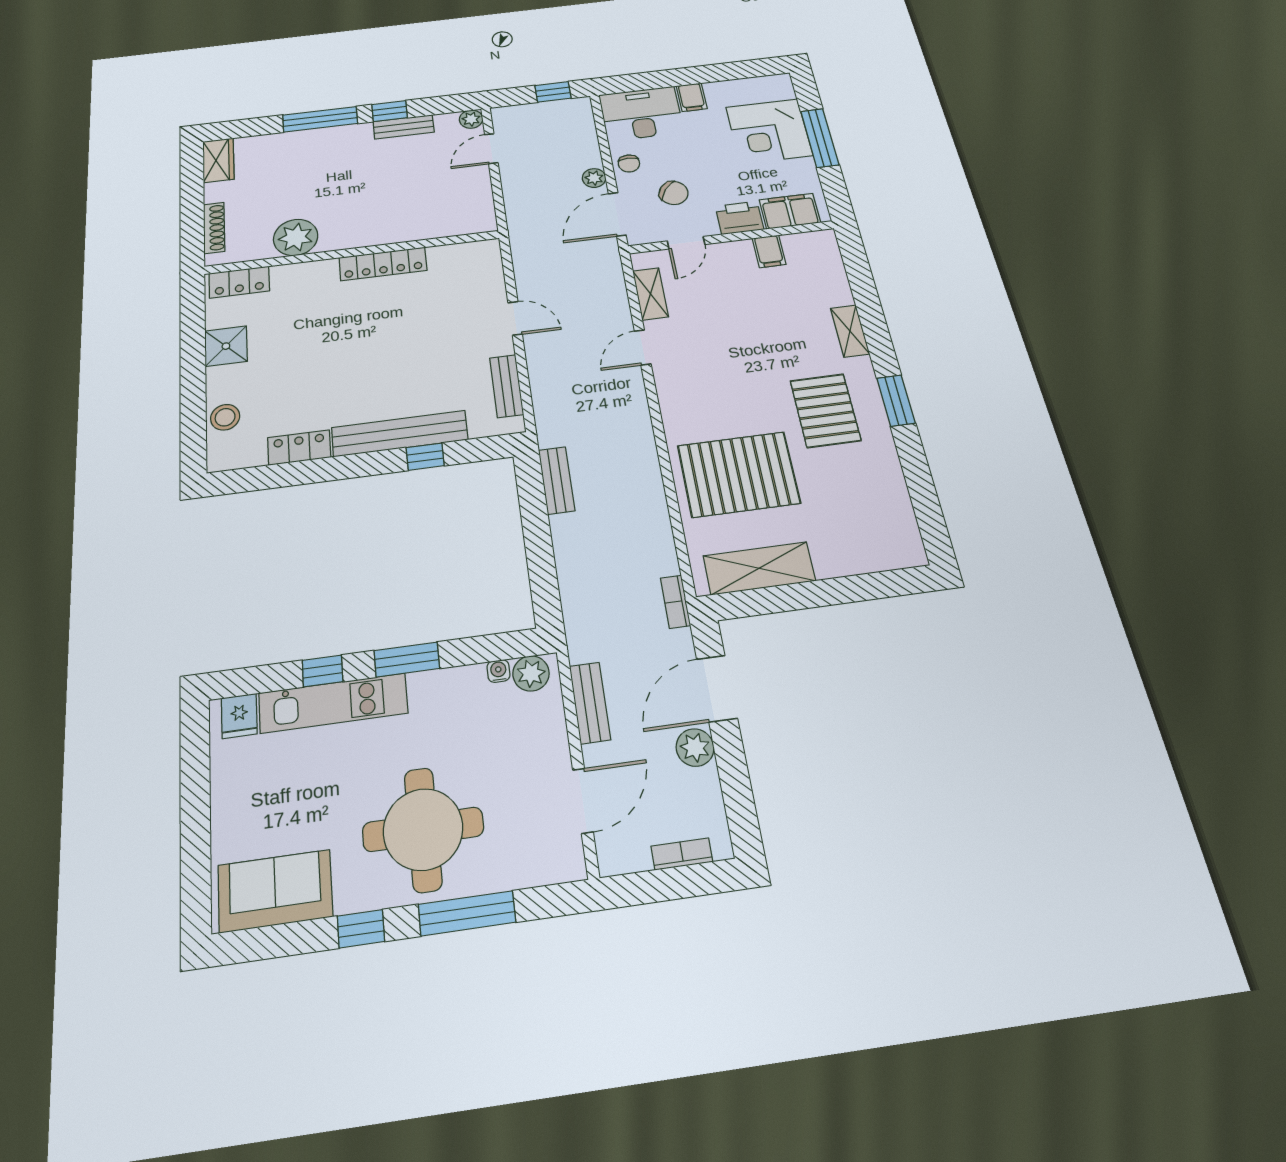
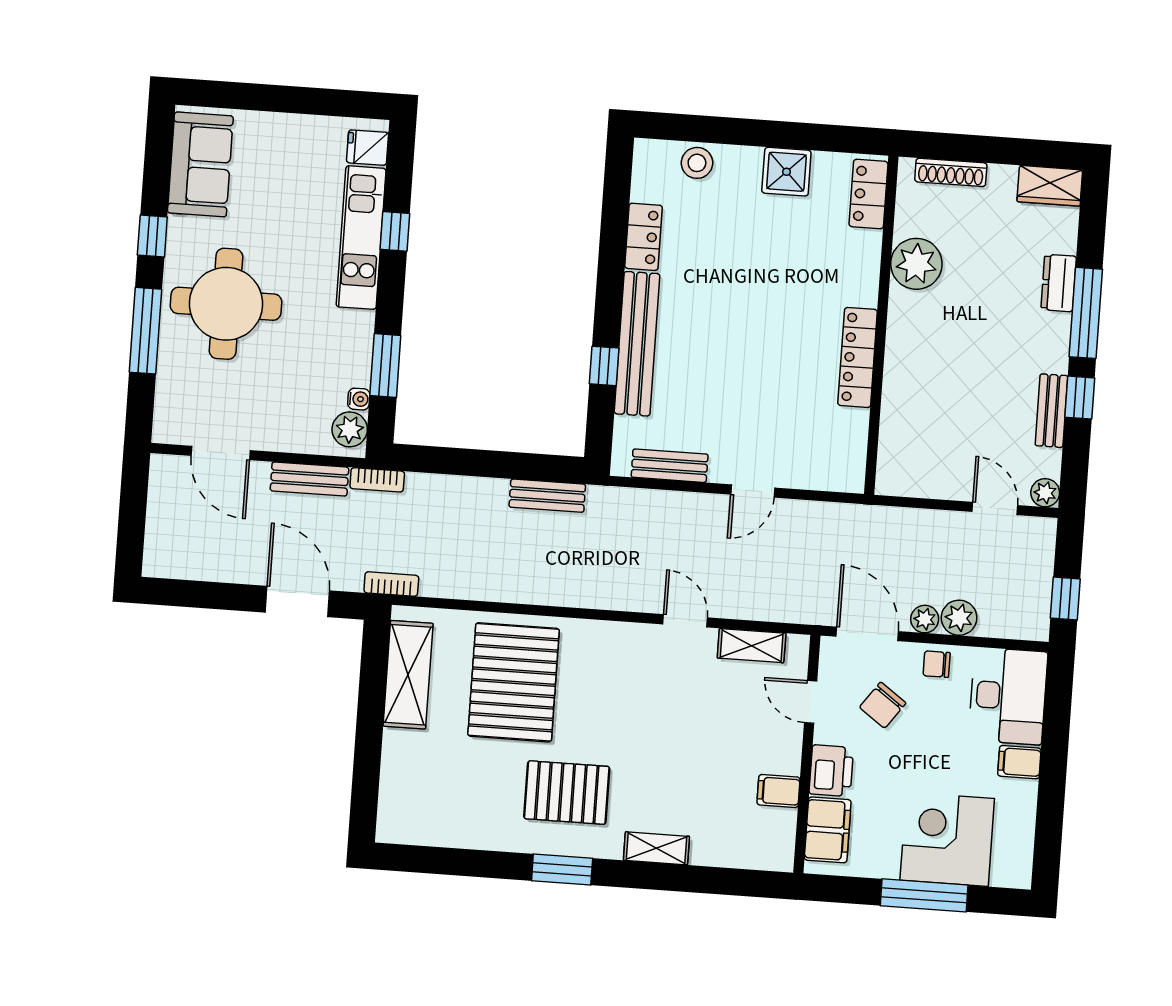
dresser: (298, 141) -> (1059, 283), added
window: (407, 659) -> (385, 366), moved
plant: (695, 747) -> (959, 618), moved
bookcase: (682, 854) -> (377, 480), moved, turned 90

